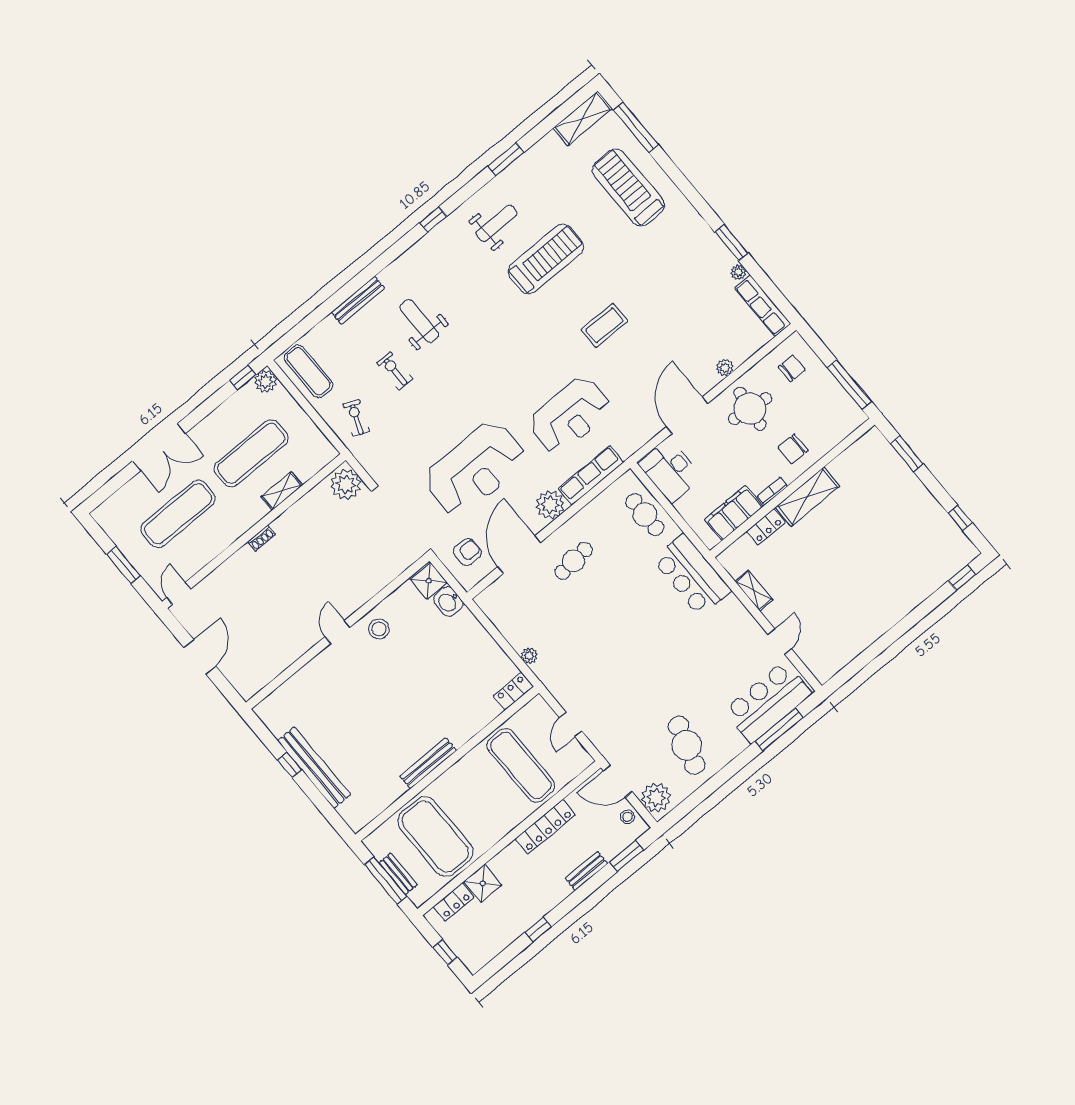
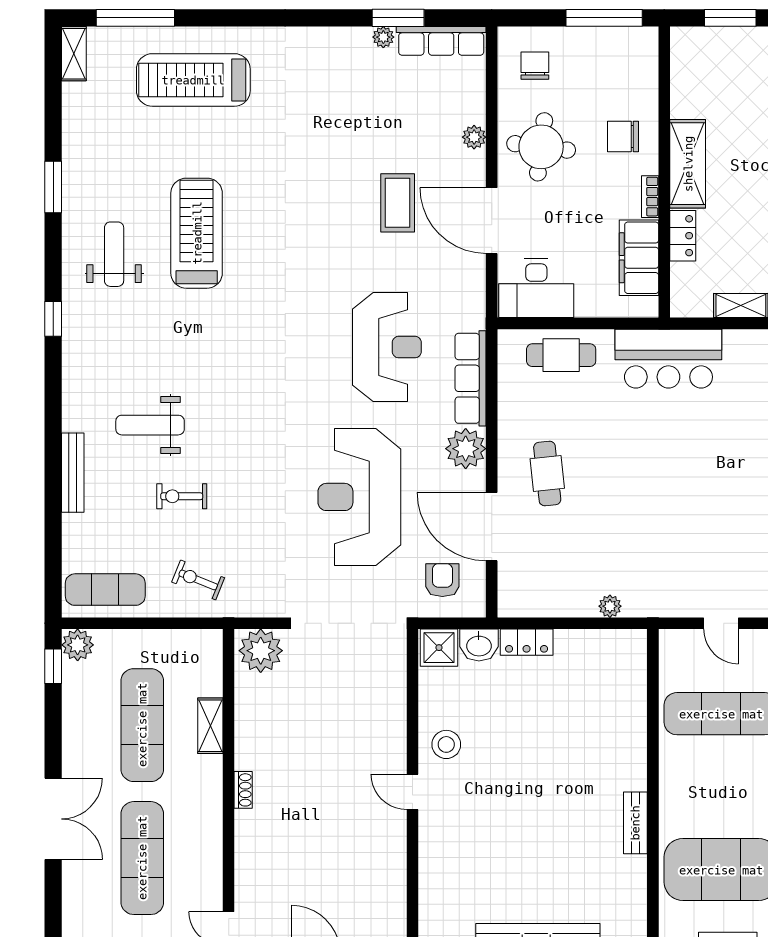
shelving: (583, 118) -> (74, 54), width x0.67, depth x0.75
window: (731, 242) -> (398, 18), moved
coffee table: (604, 325) -> (398, 203), moved
chair: (793, 449) -> (623, 137), turned 90
reception desk: (475, 468) -> (359, 497), turned 180
locker: (513, 691) -> (527, 642), moved, turned -90
bench: (428, 763) -> (635, 823), width x0.73

